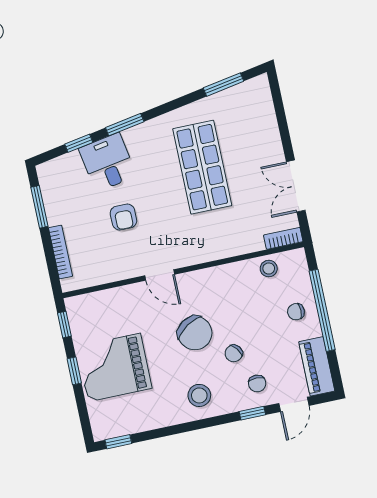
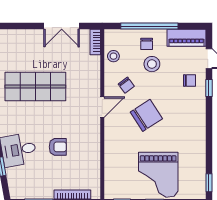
door: (160, 275) -> (102, 107), moved
chair: (234, 353) -> (126, 85), moved
stool: (199, 395) -> (152, 64), moved

